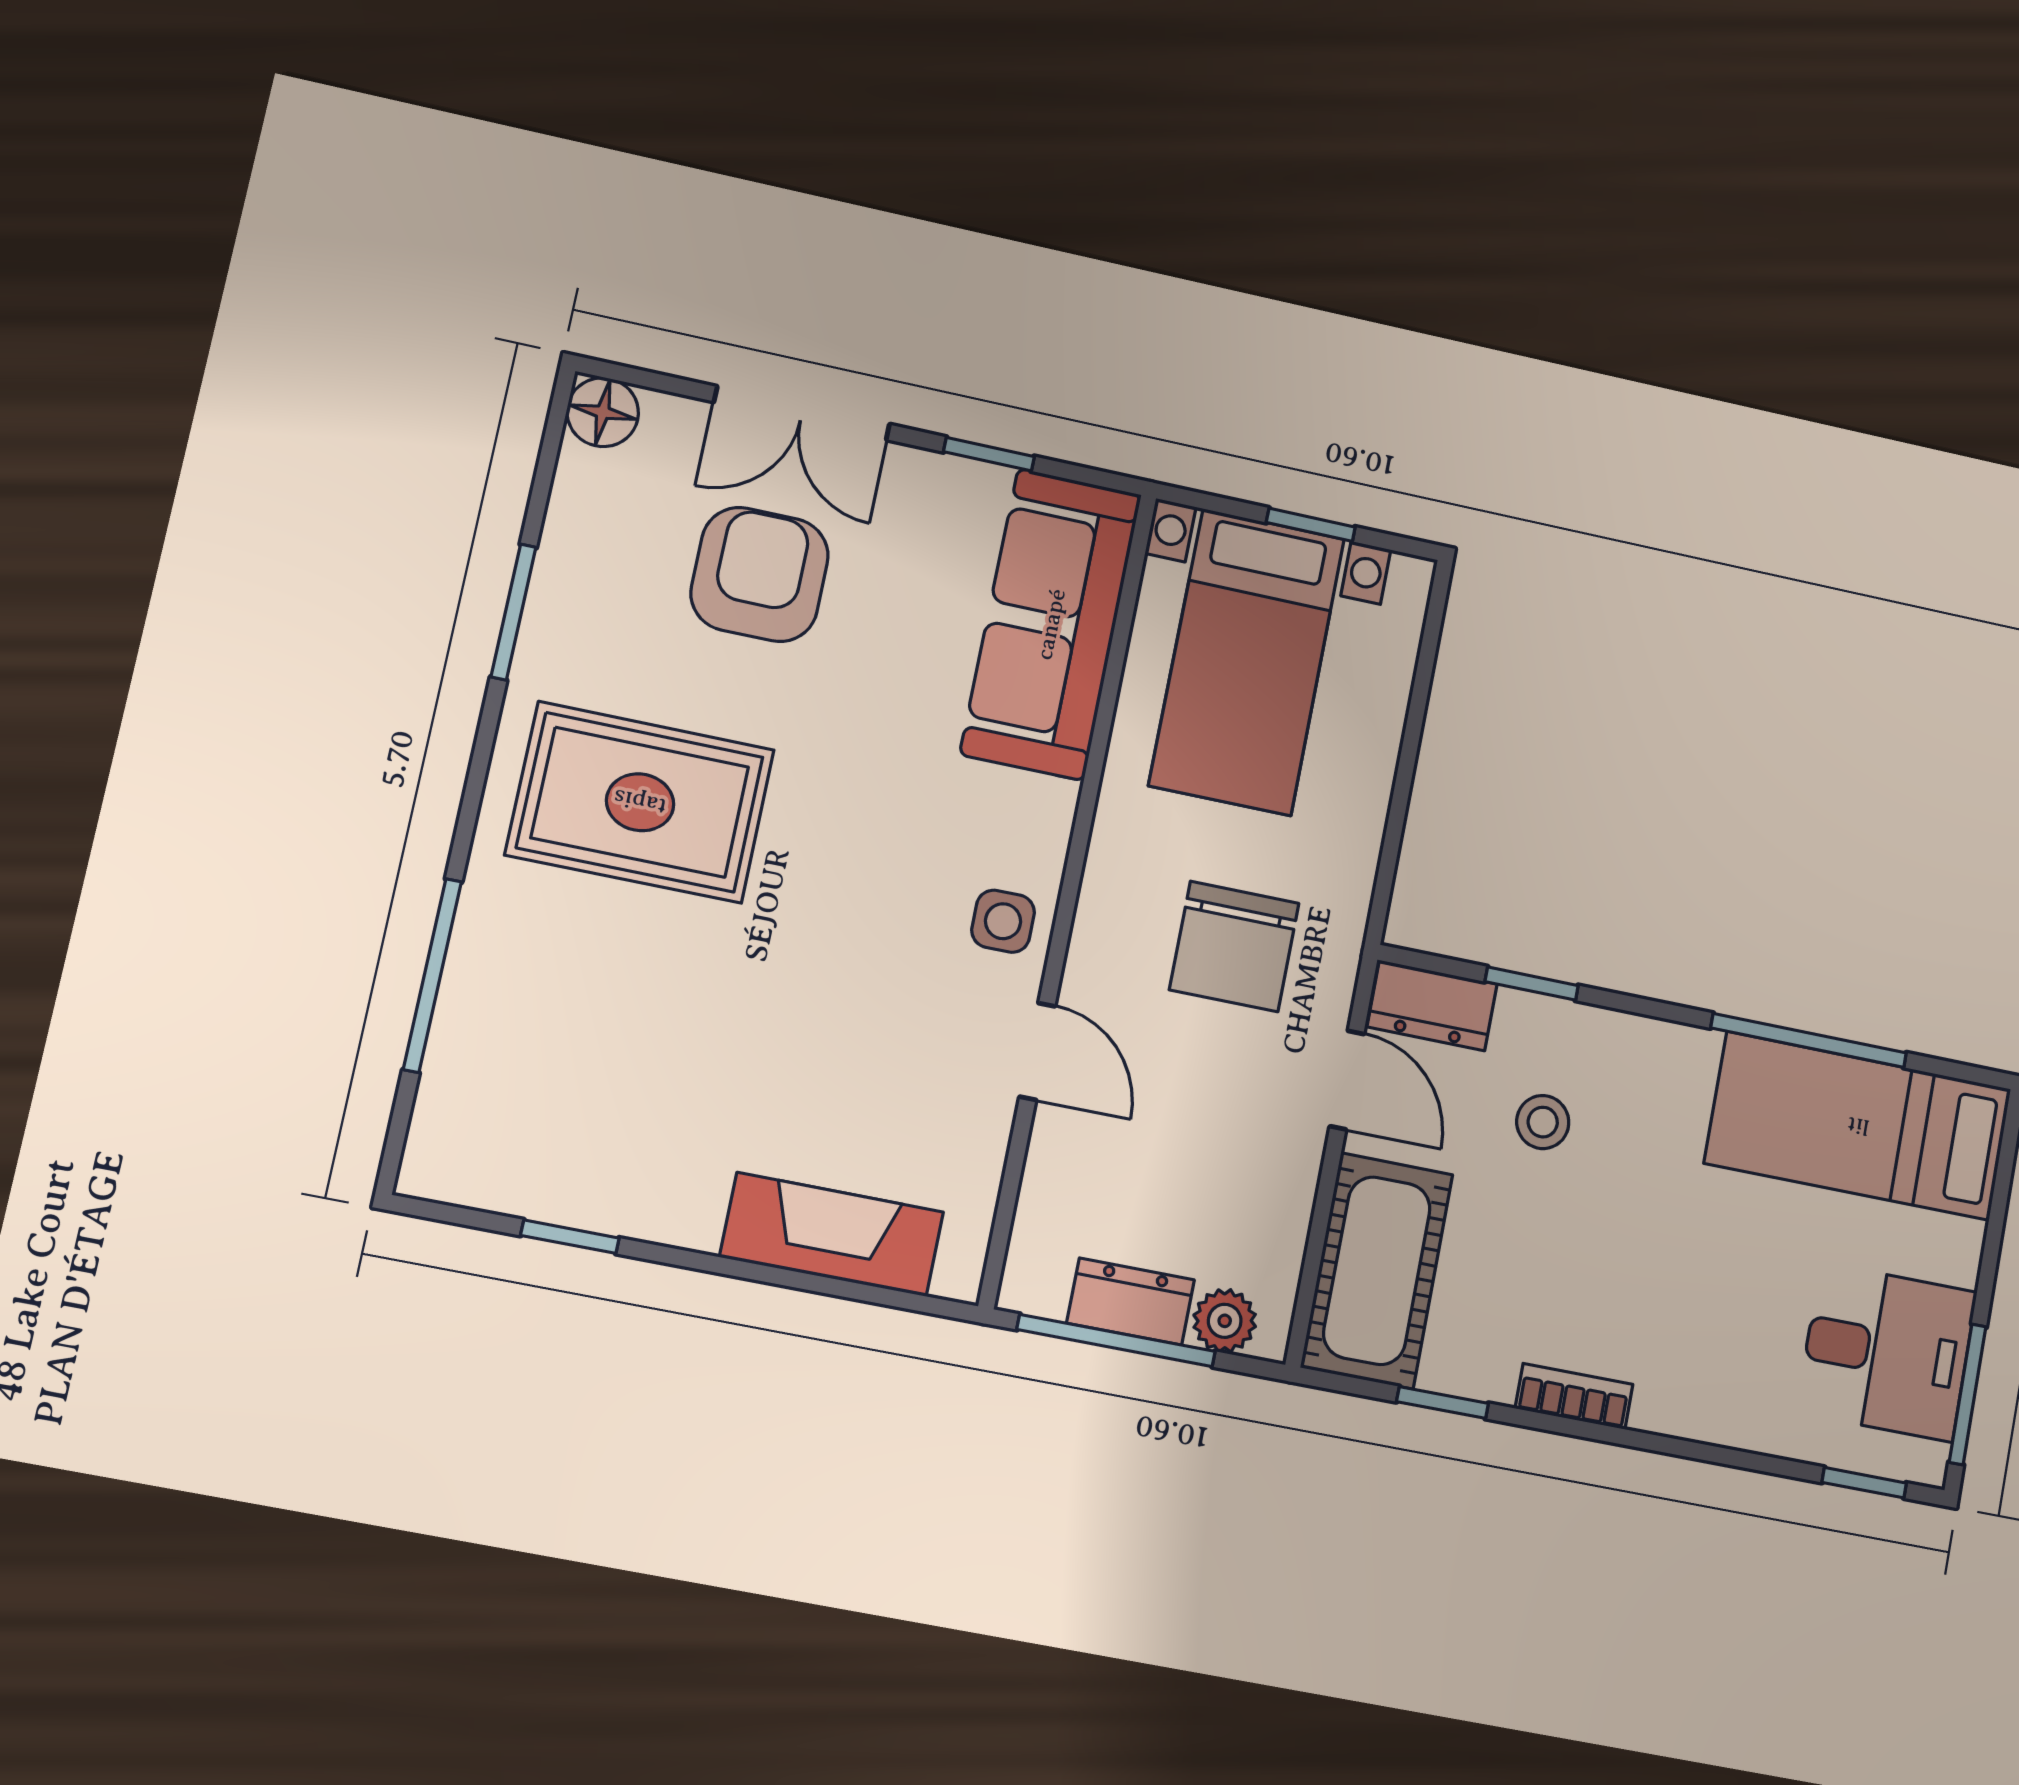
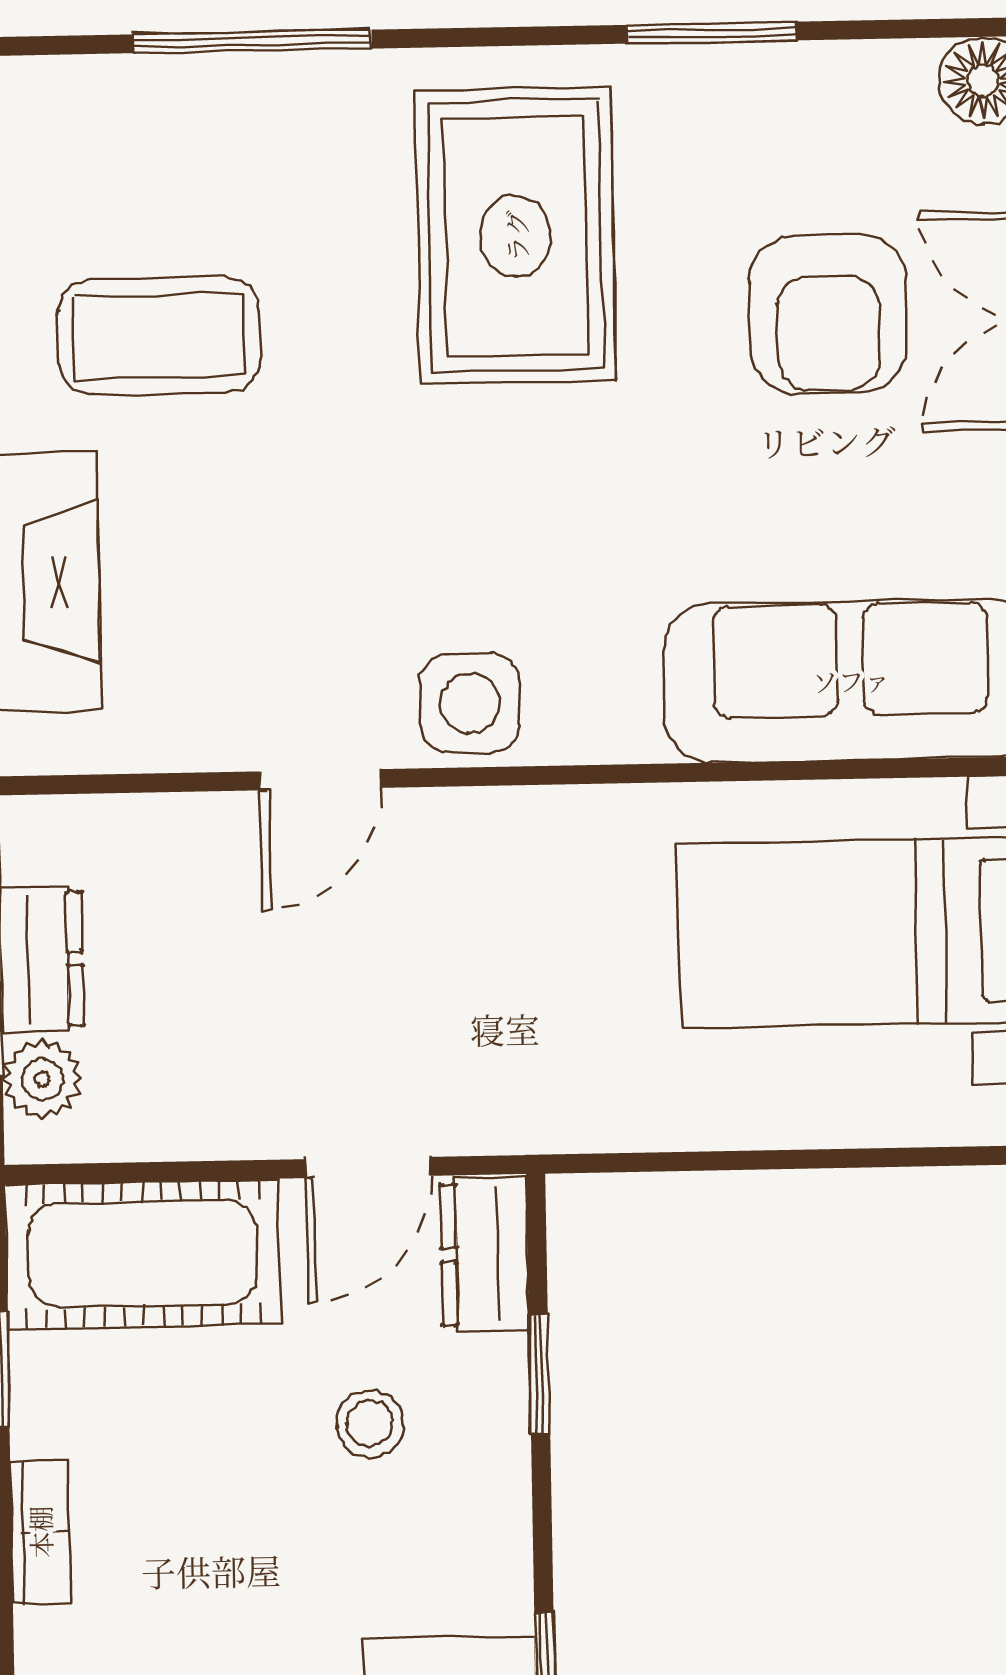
armchair: (760, 574) -> (828, 314), turned 90
side table: (1003, 921) -> (470, 703), width x1.37, depth x1.37
chair: (1234, 946) -> (502, 993), removed
coffee table: (654, 1102) -> (159, 336), added

